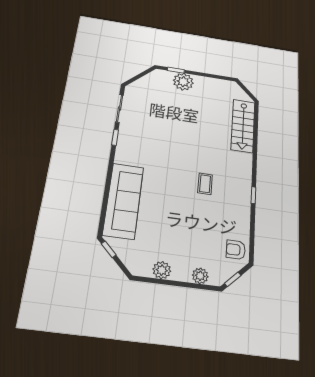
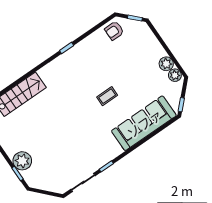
coffee table: (205, 184) -> (107, 96), moved
armchair: (236, 250) -> (114, 31), turned 90
plant: (200, 276) -> (175, 75), moved

